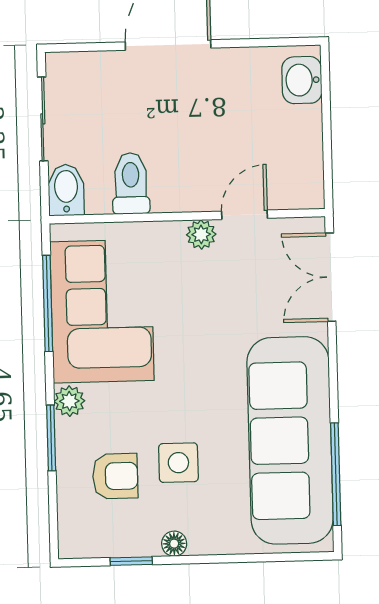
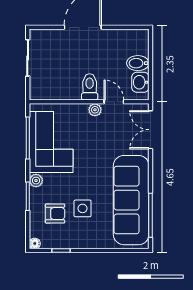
washbasin: (302, 80) -> (140, 82), moved
toilet: (131, 183) -> (90, 87), moved
bidet: (66, 190) -> (138, 63), moved, turned -90
door: (244, 215) -> (114, 102), hinge flipped
floor lamp: (174, 544) -> (35, 243), moved

